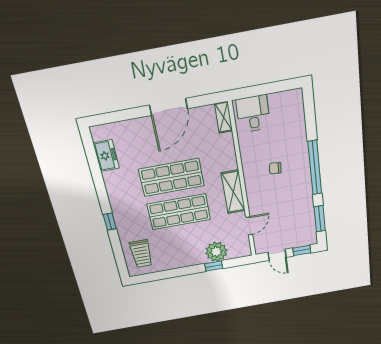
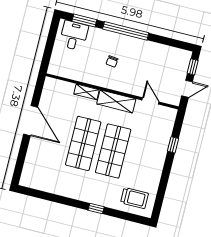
desk: (253, 114) -> (74, 36), moved, turned 90
shelving: (223, 117) -> (86, 92), moved
freezer: (106, 156) -> (45, 184), removed
window: (320, 219) -> (84, 21), moved
plant: (216, 252) -> (161, 137), removed

